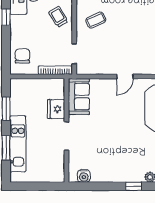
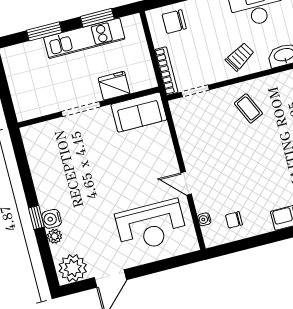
chair: (22, 56) -> (174, 22), turned 180
door: (125, 77) -> (186, 183), moved
kitchen unit: (18, 144) -> (84, 38), moved
water cooler: (84, 176) -> (52, 219), moved

